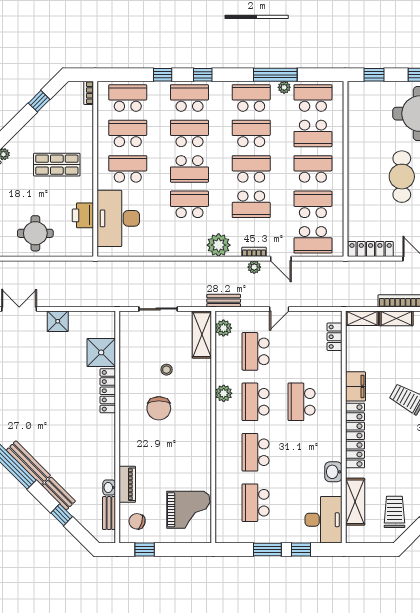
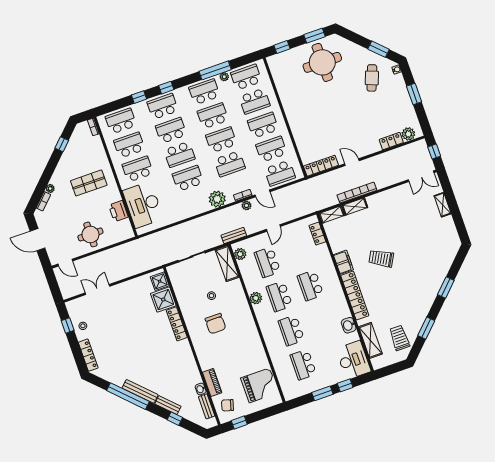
cafe table: (402, 177) -> (325, 109), removed
shower: (58, 321) -> (160, 281), moved

